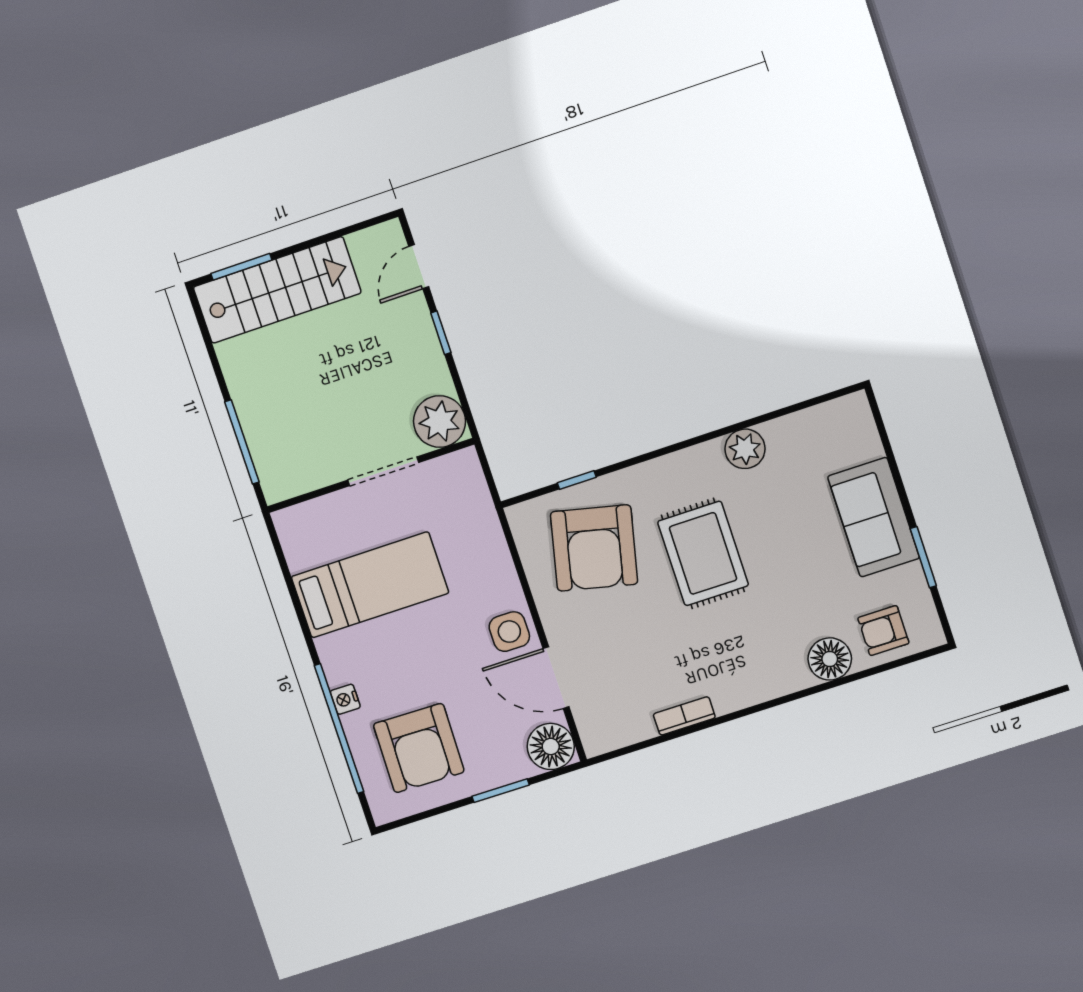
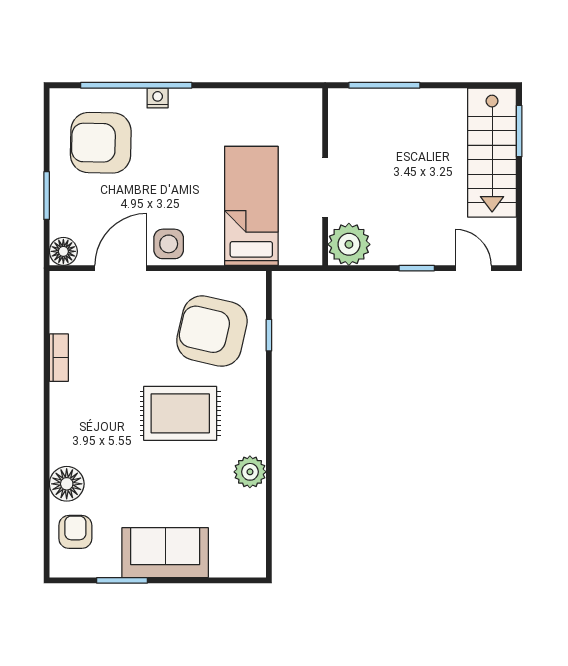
bed: (370, 585) -> (251, 206), moved, turned 180
floor lamp: (551, 746) -> (63, 251), width x0.73, depth x0.73

